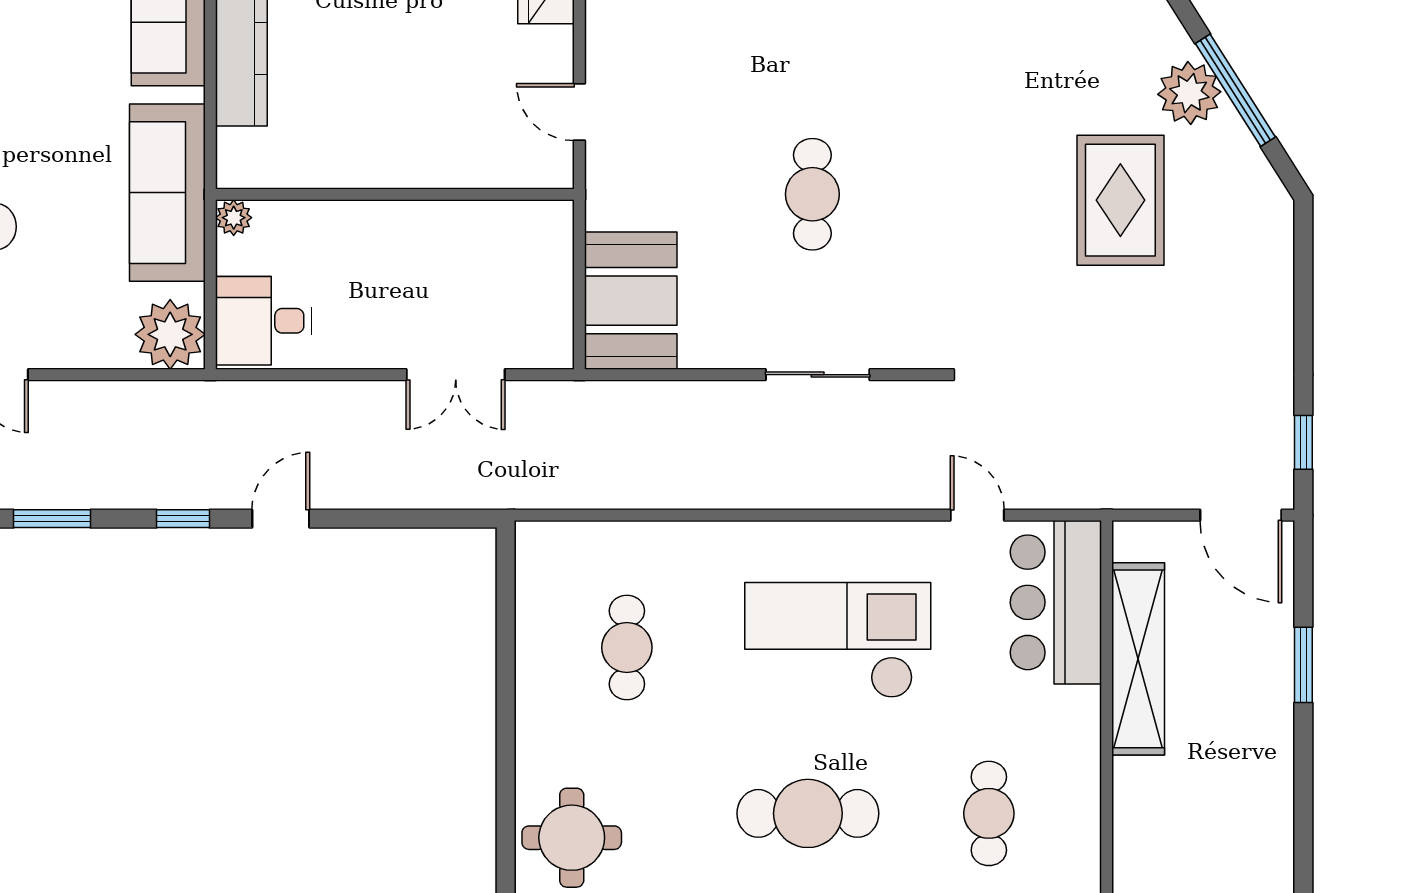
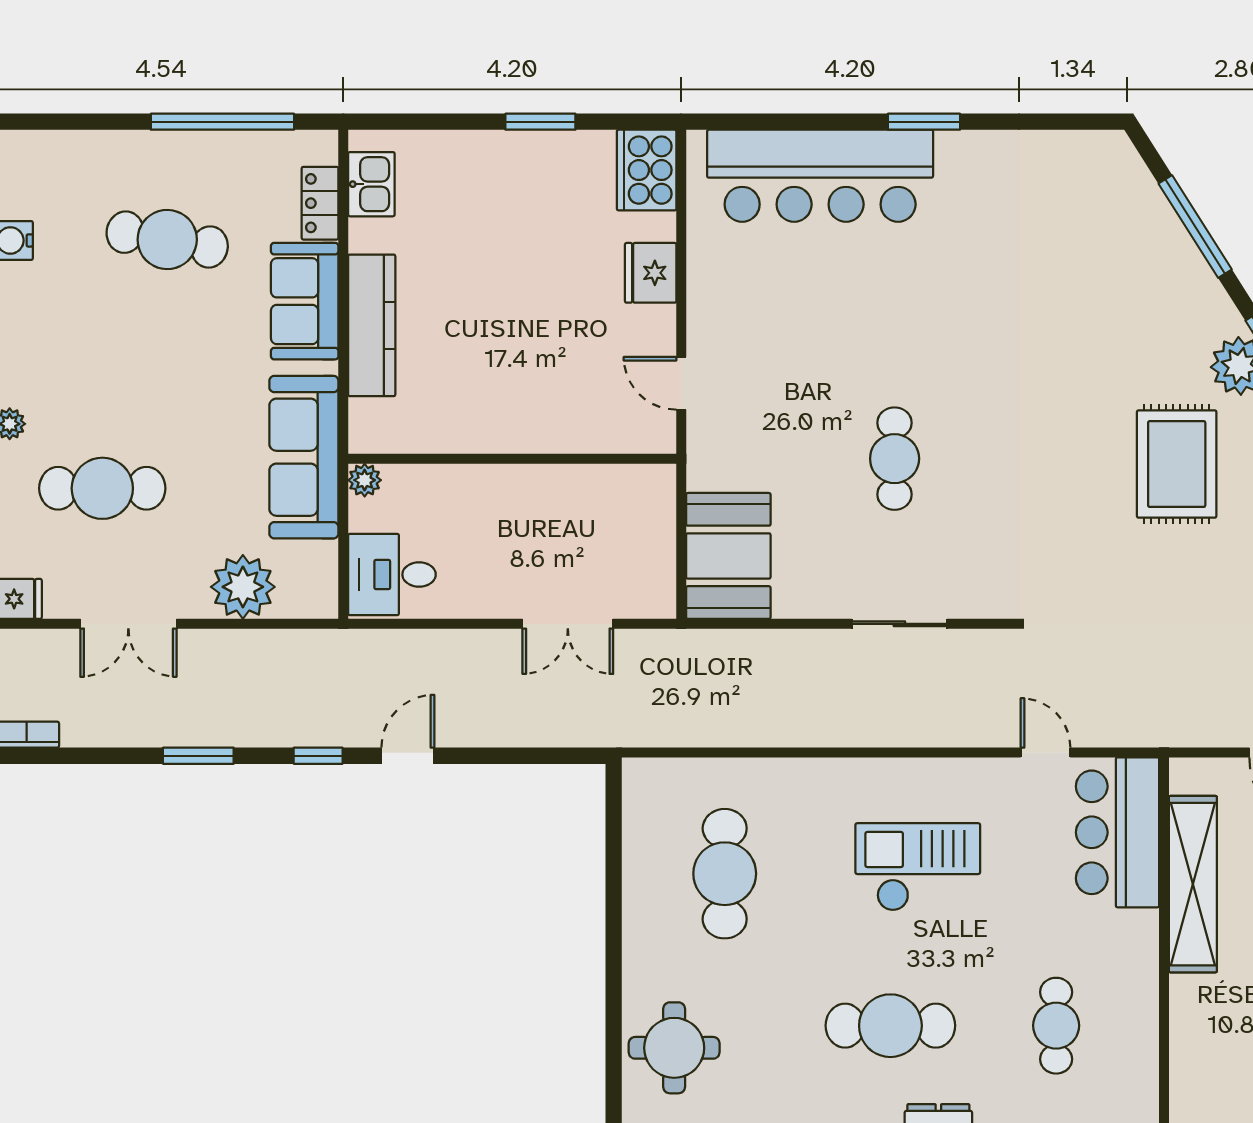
plant: (170, 334) -> (243, 587), moved
checkout: (838, 640) -> (918, 867), width x0.73, depth x0.83
cafe table: (627, 647) -> (725, 874), width x1.37, depth x1.35

